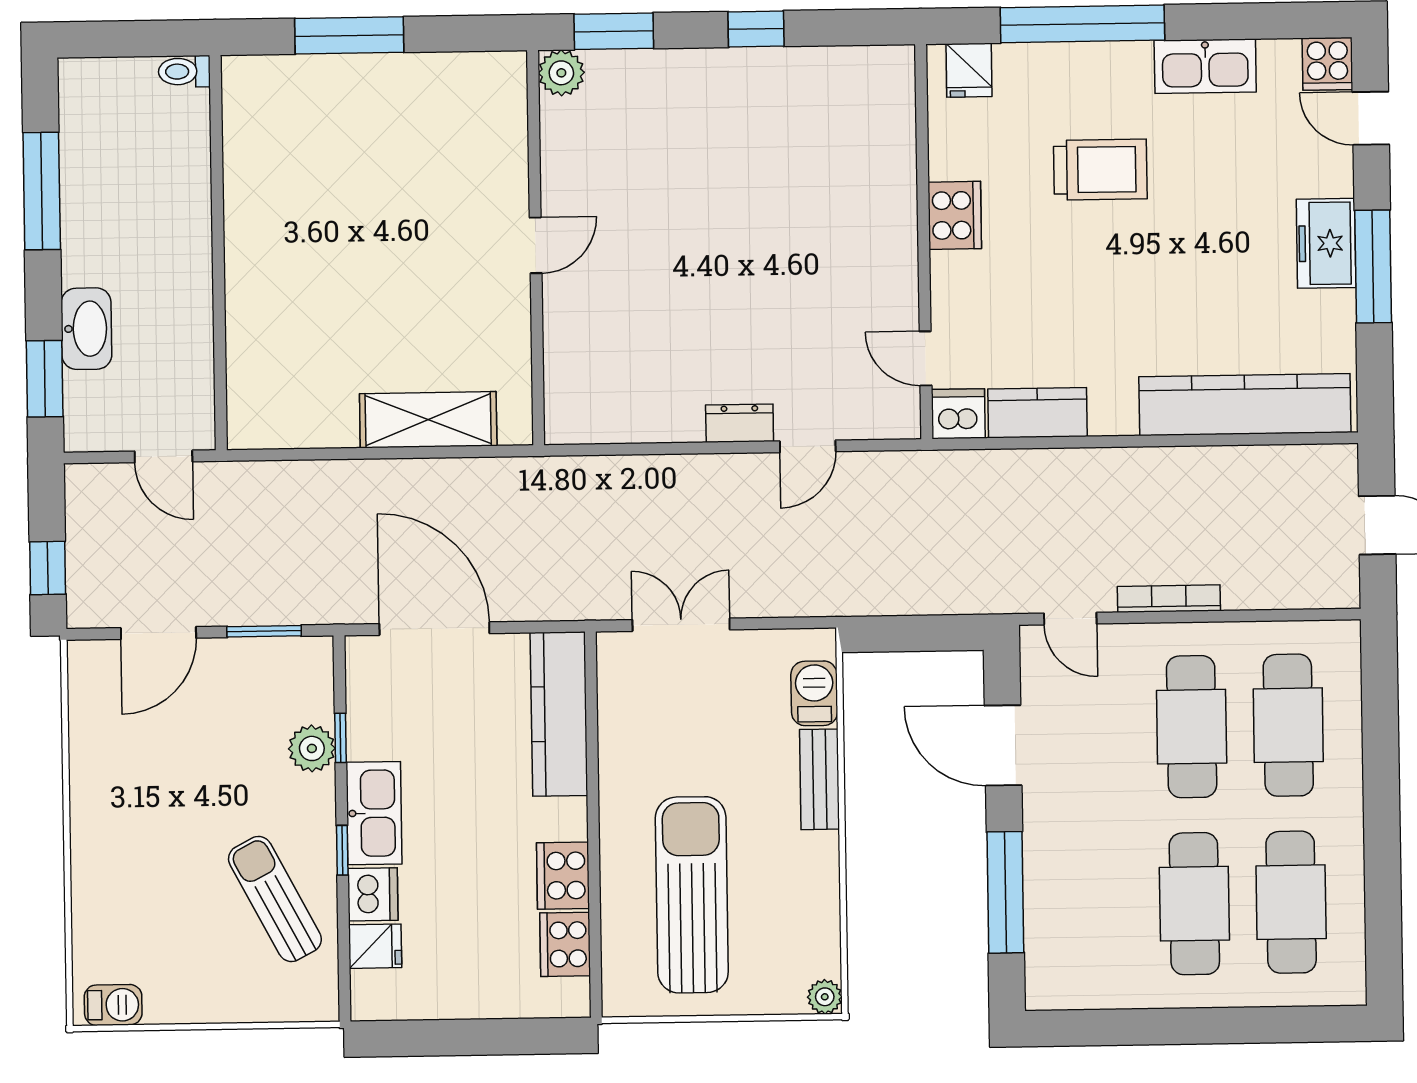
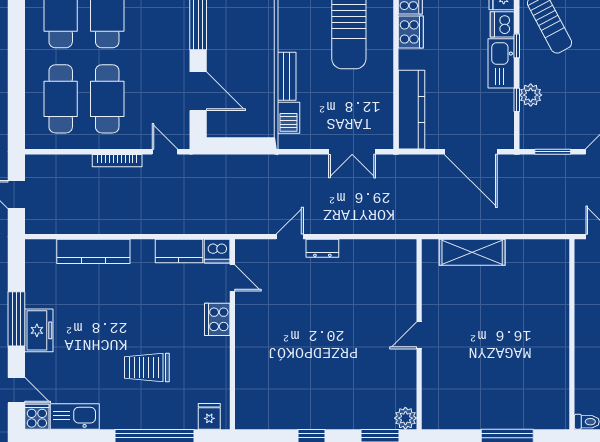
kitchen sink: (1205, 66) -> (75, 416), moved
cooker: (955, 215) -> (217, 319), moved
kitchen counter: (1245, 405) -> (93, 251), width x0.72, depth x0.86

